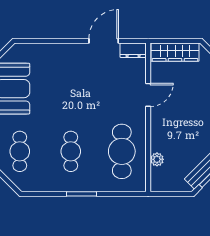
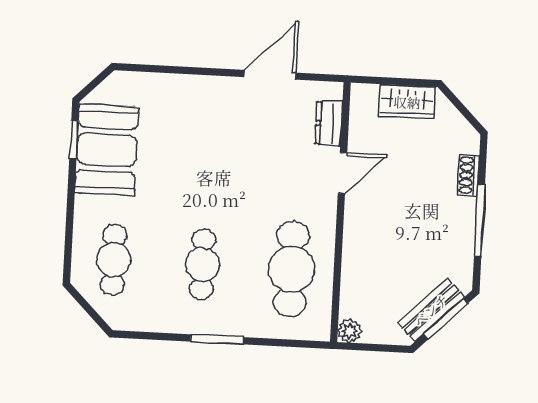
dresser: (133, 50) -> (329, 123), moved, turned 90
wardrobe: (175, 52) -> (407, 102), width x0.67
plant: (157, 159) -> (350, 331), moved

